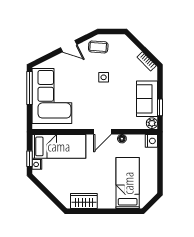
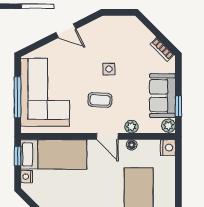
coffee table: (98, 47) -> (100, 100), moved
window: (30, 88) -> (18, 97), moved
plant: (122, 124) -> (131, 127), added
door: (102, 132) -> (107, 136), hinge flipped
window: (30, 159) -> (18, 156), moved

